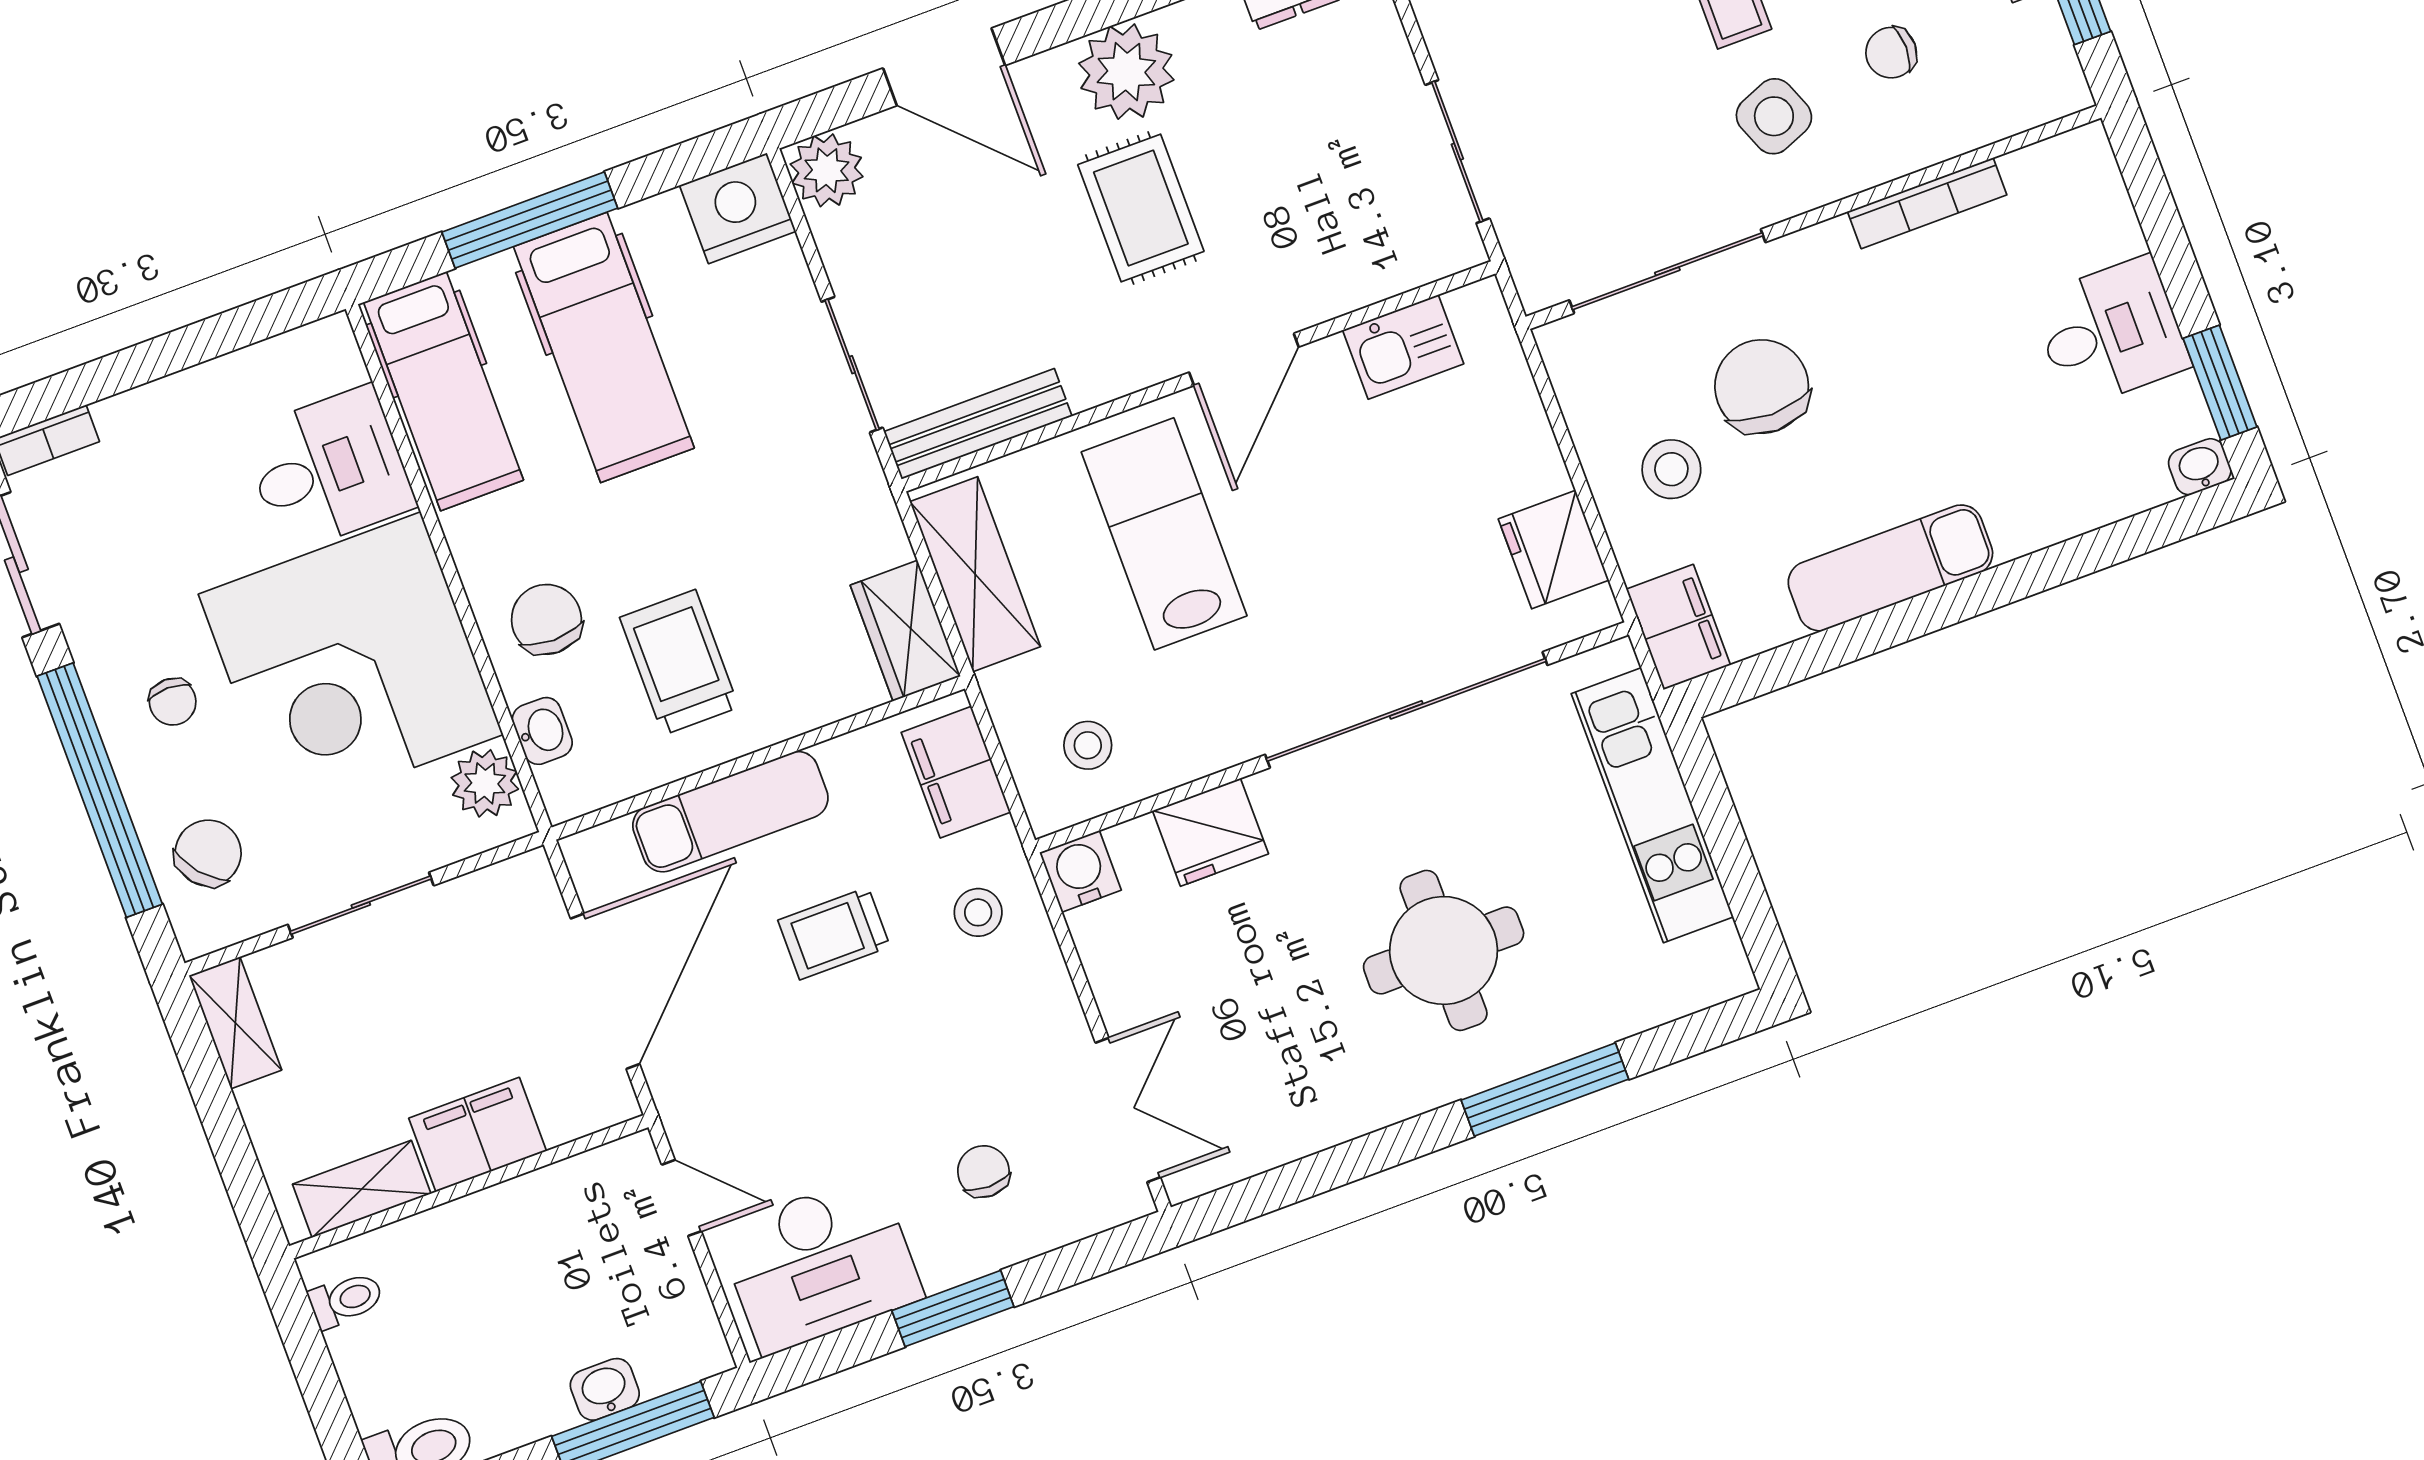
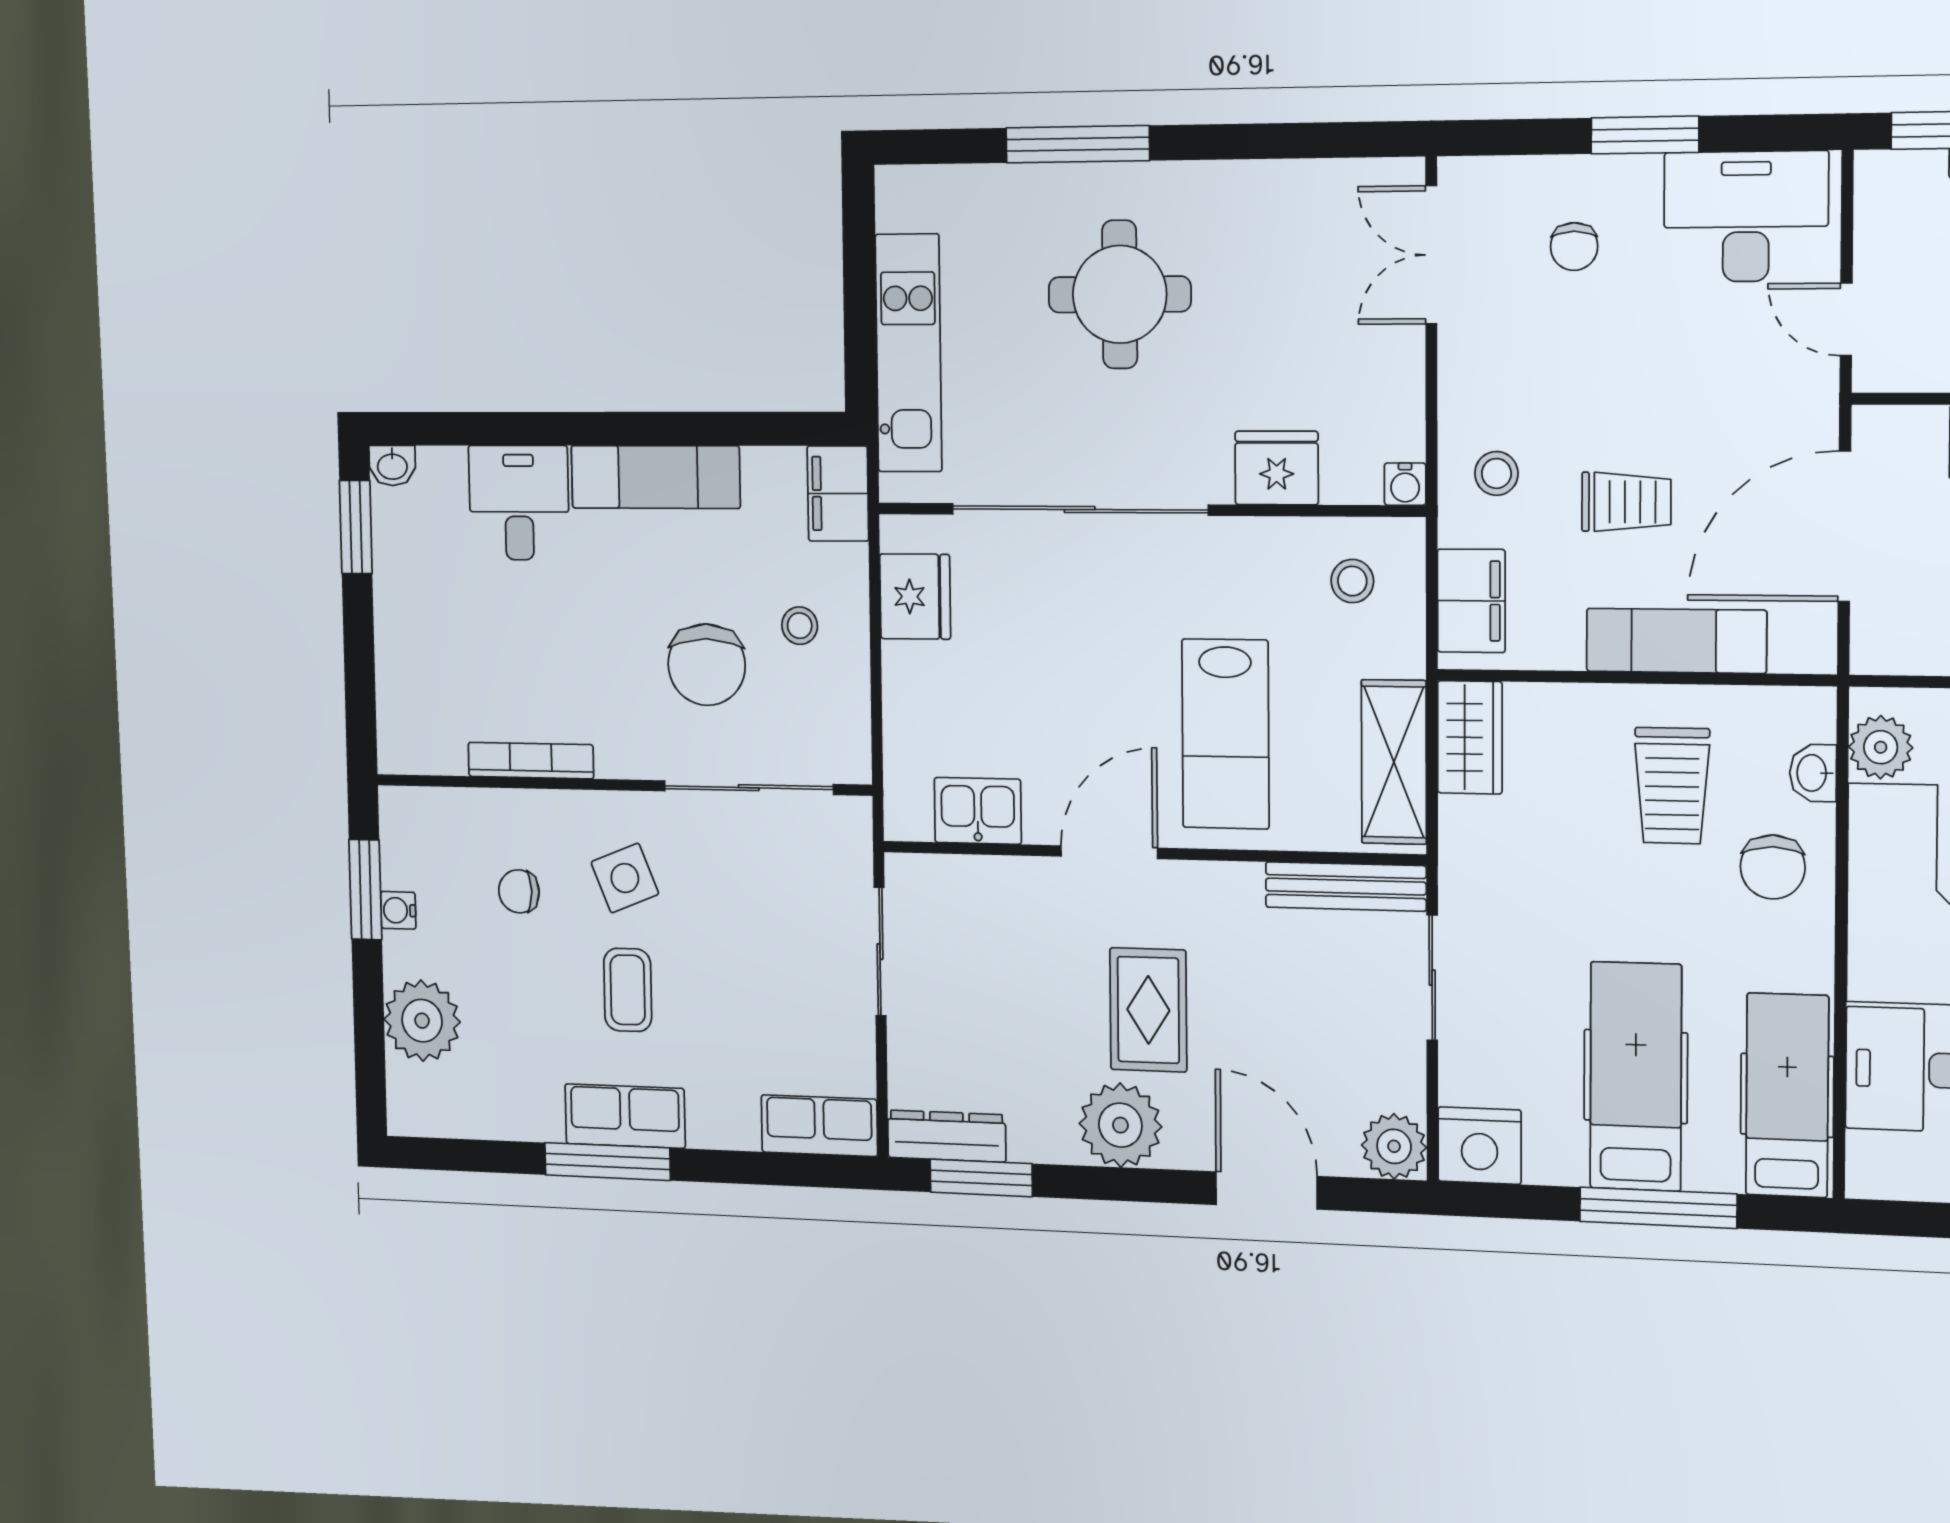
chair: (1891, 53) -> (519, 891), turned 180
desk: (2111, 332) -> (519, 503), moved, turned 90
stool: (1671, 469) -> (800, 626), width x0.73, depth x0.73
water cooler: (1080, 871) -> (1405, 484), width x0.72, depth x0.72

